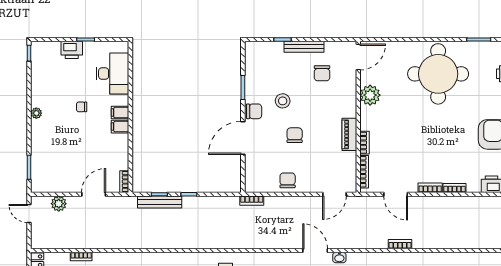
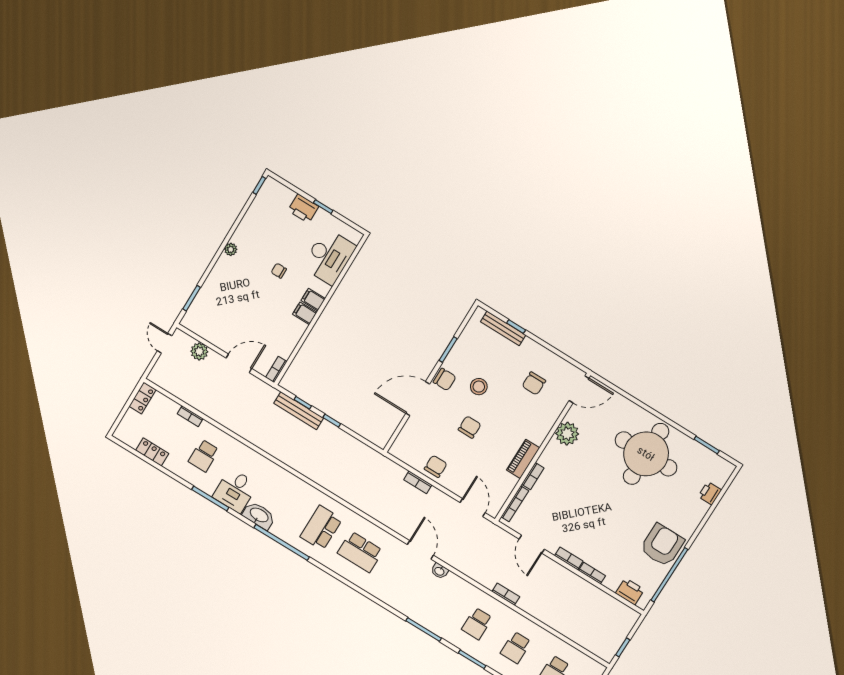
bench: (304, 47) -> (503, 328), moved
door: (334, 194) -> (473, 508), swing flipped
bookcase: (252, 201) -> (418, 482), moved

